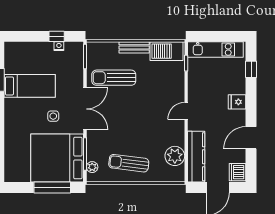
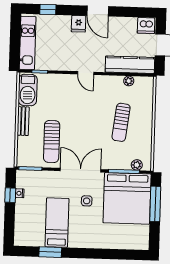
door: (251, 138) -> (98, 11), moved
plant: (175, 156) -> (129, 81), width x0.53, depth x0.53
sun lounger: (129, 163) -> (121, 122), moved

